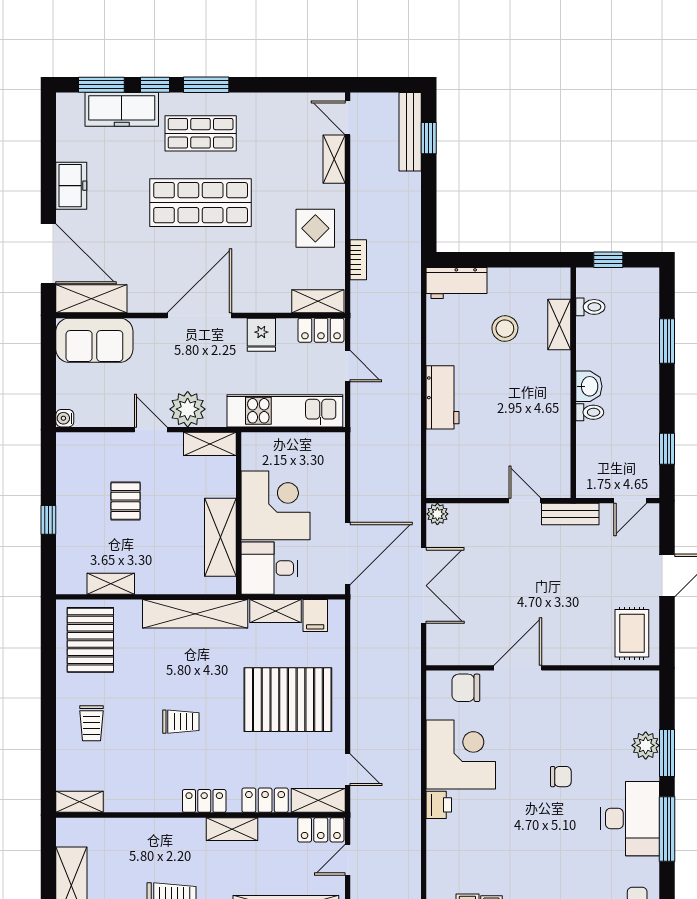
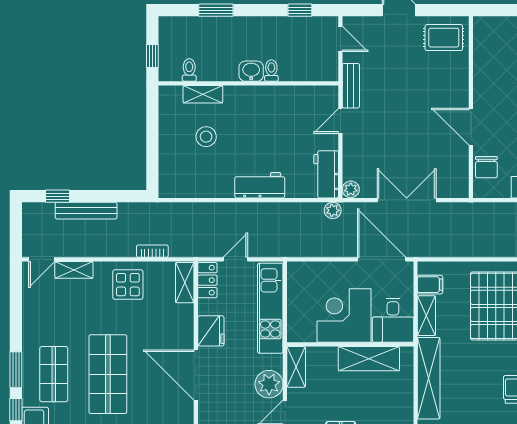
bench: (410, 132) -> (86, 211), moved
workbench: (457, 283) -> (326, 174), moved, turned 180
fridge: (261, 335) -> (211, 331), width x1.38
plant: (410, 491) -> (333, 210), added

